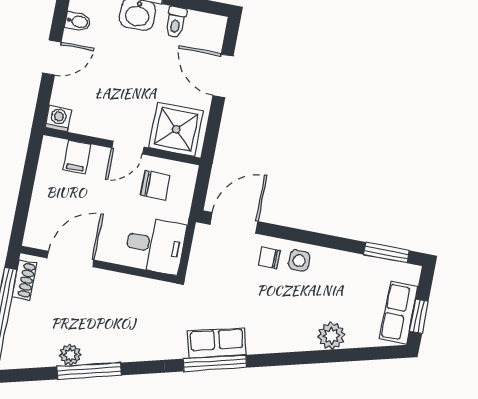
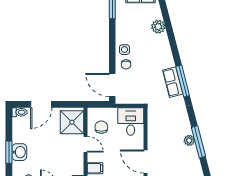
toilet: (176, 22) -> (20, 112), moved
plant: (70, 355) -> (189, 140), moved

